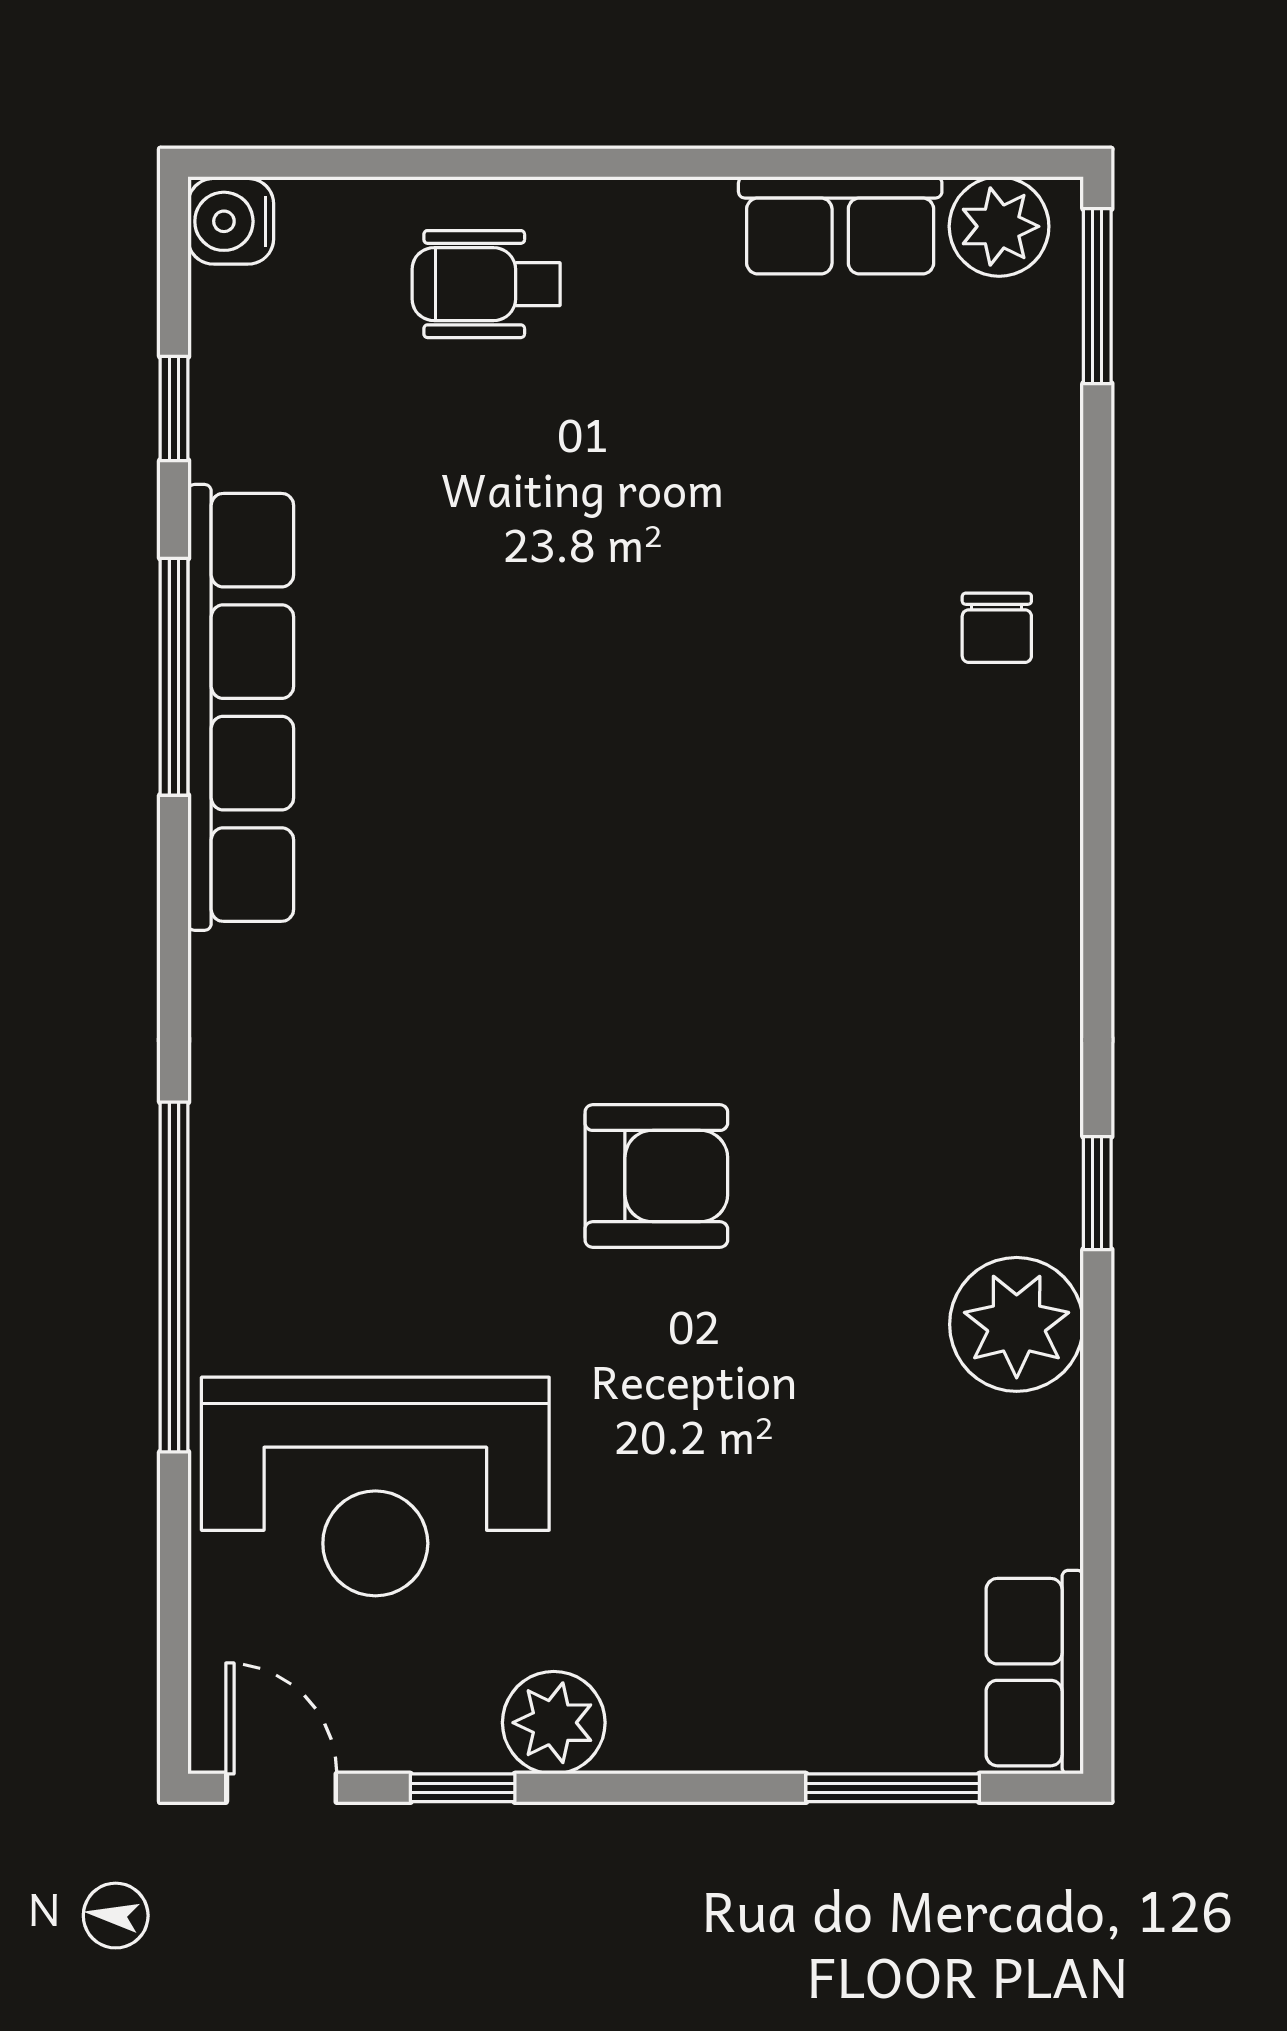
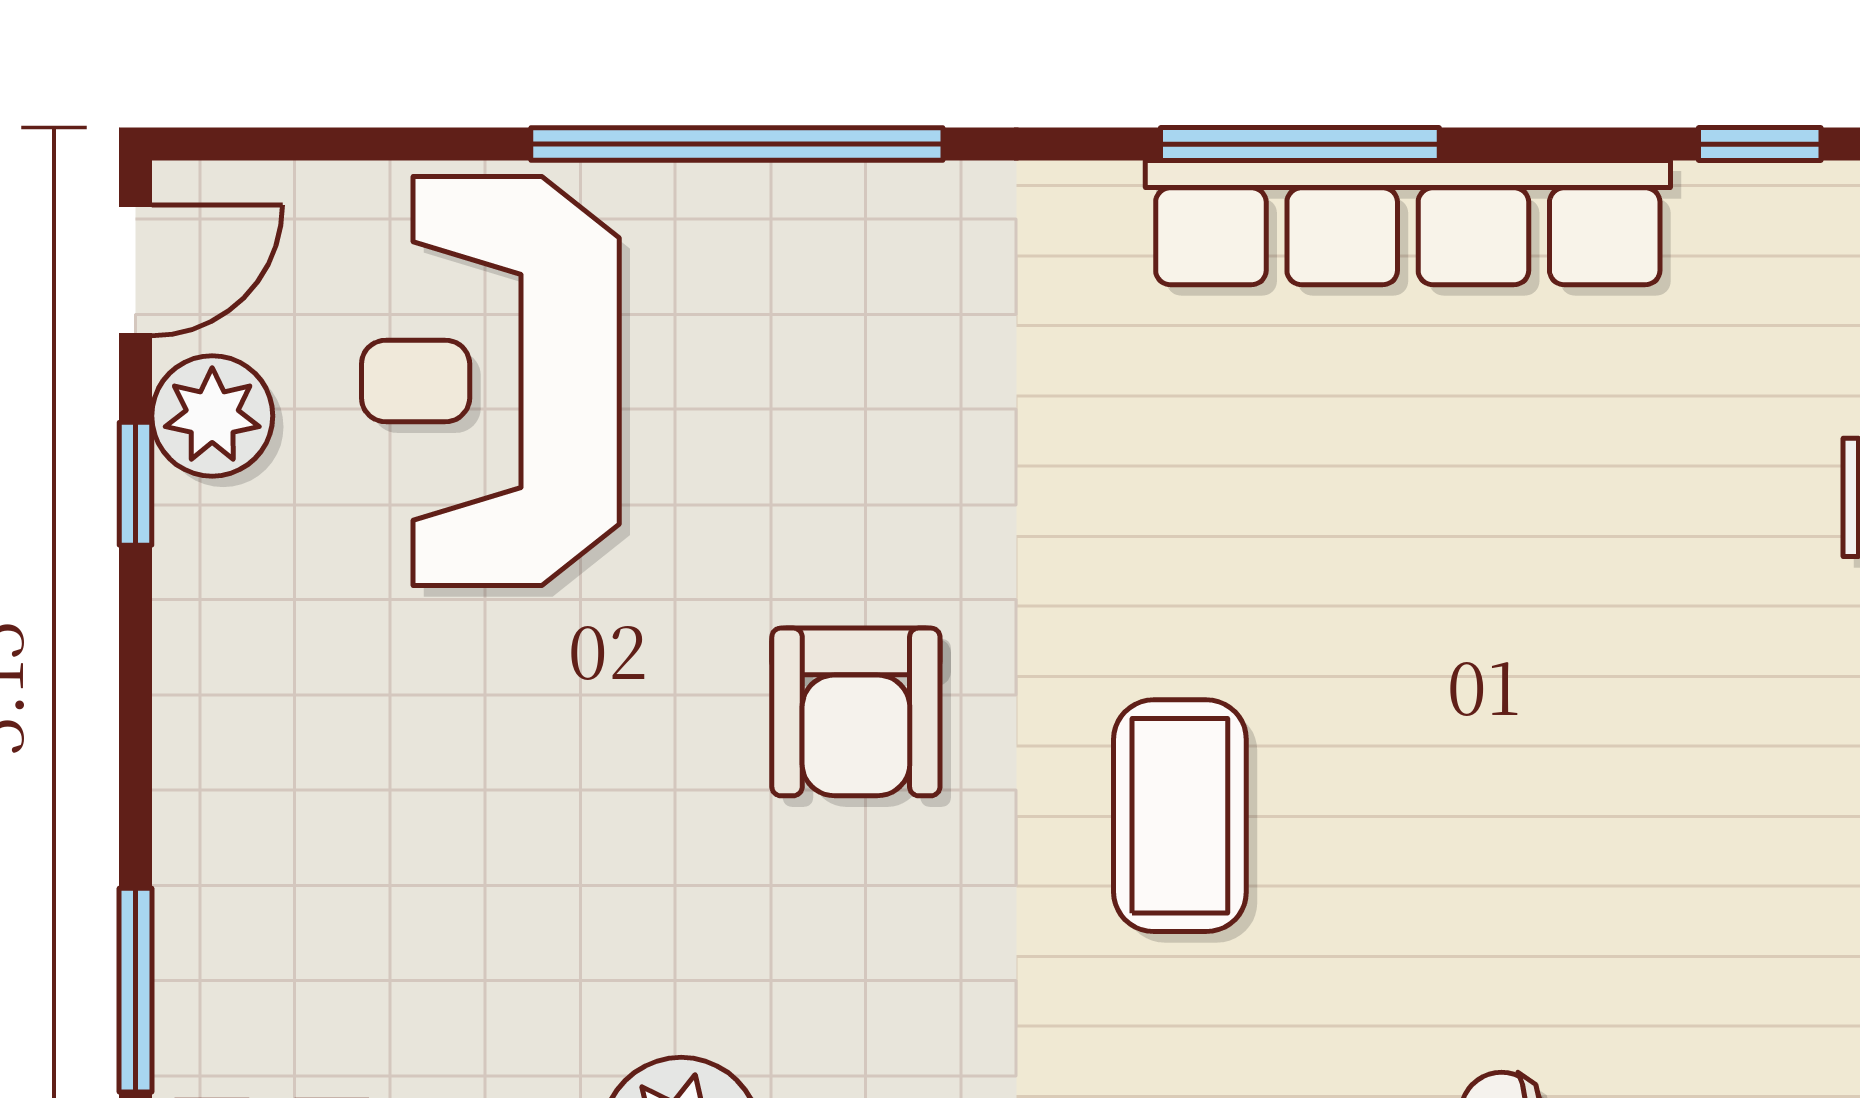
window: (174, 677) -> (1300, 144), moved
coffee table: (744, 901) -> (1180, 816), added
plant: (554, 1723) -> (212, 416), moved

